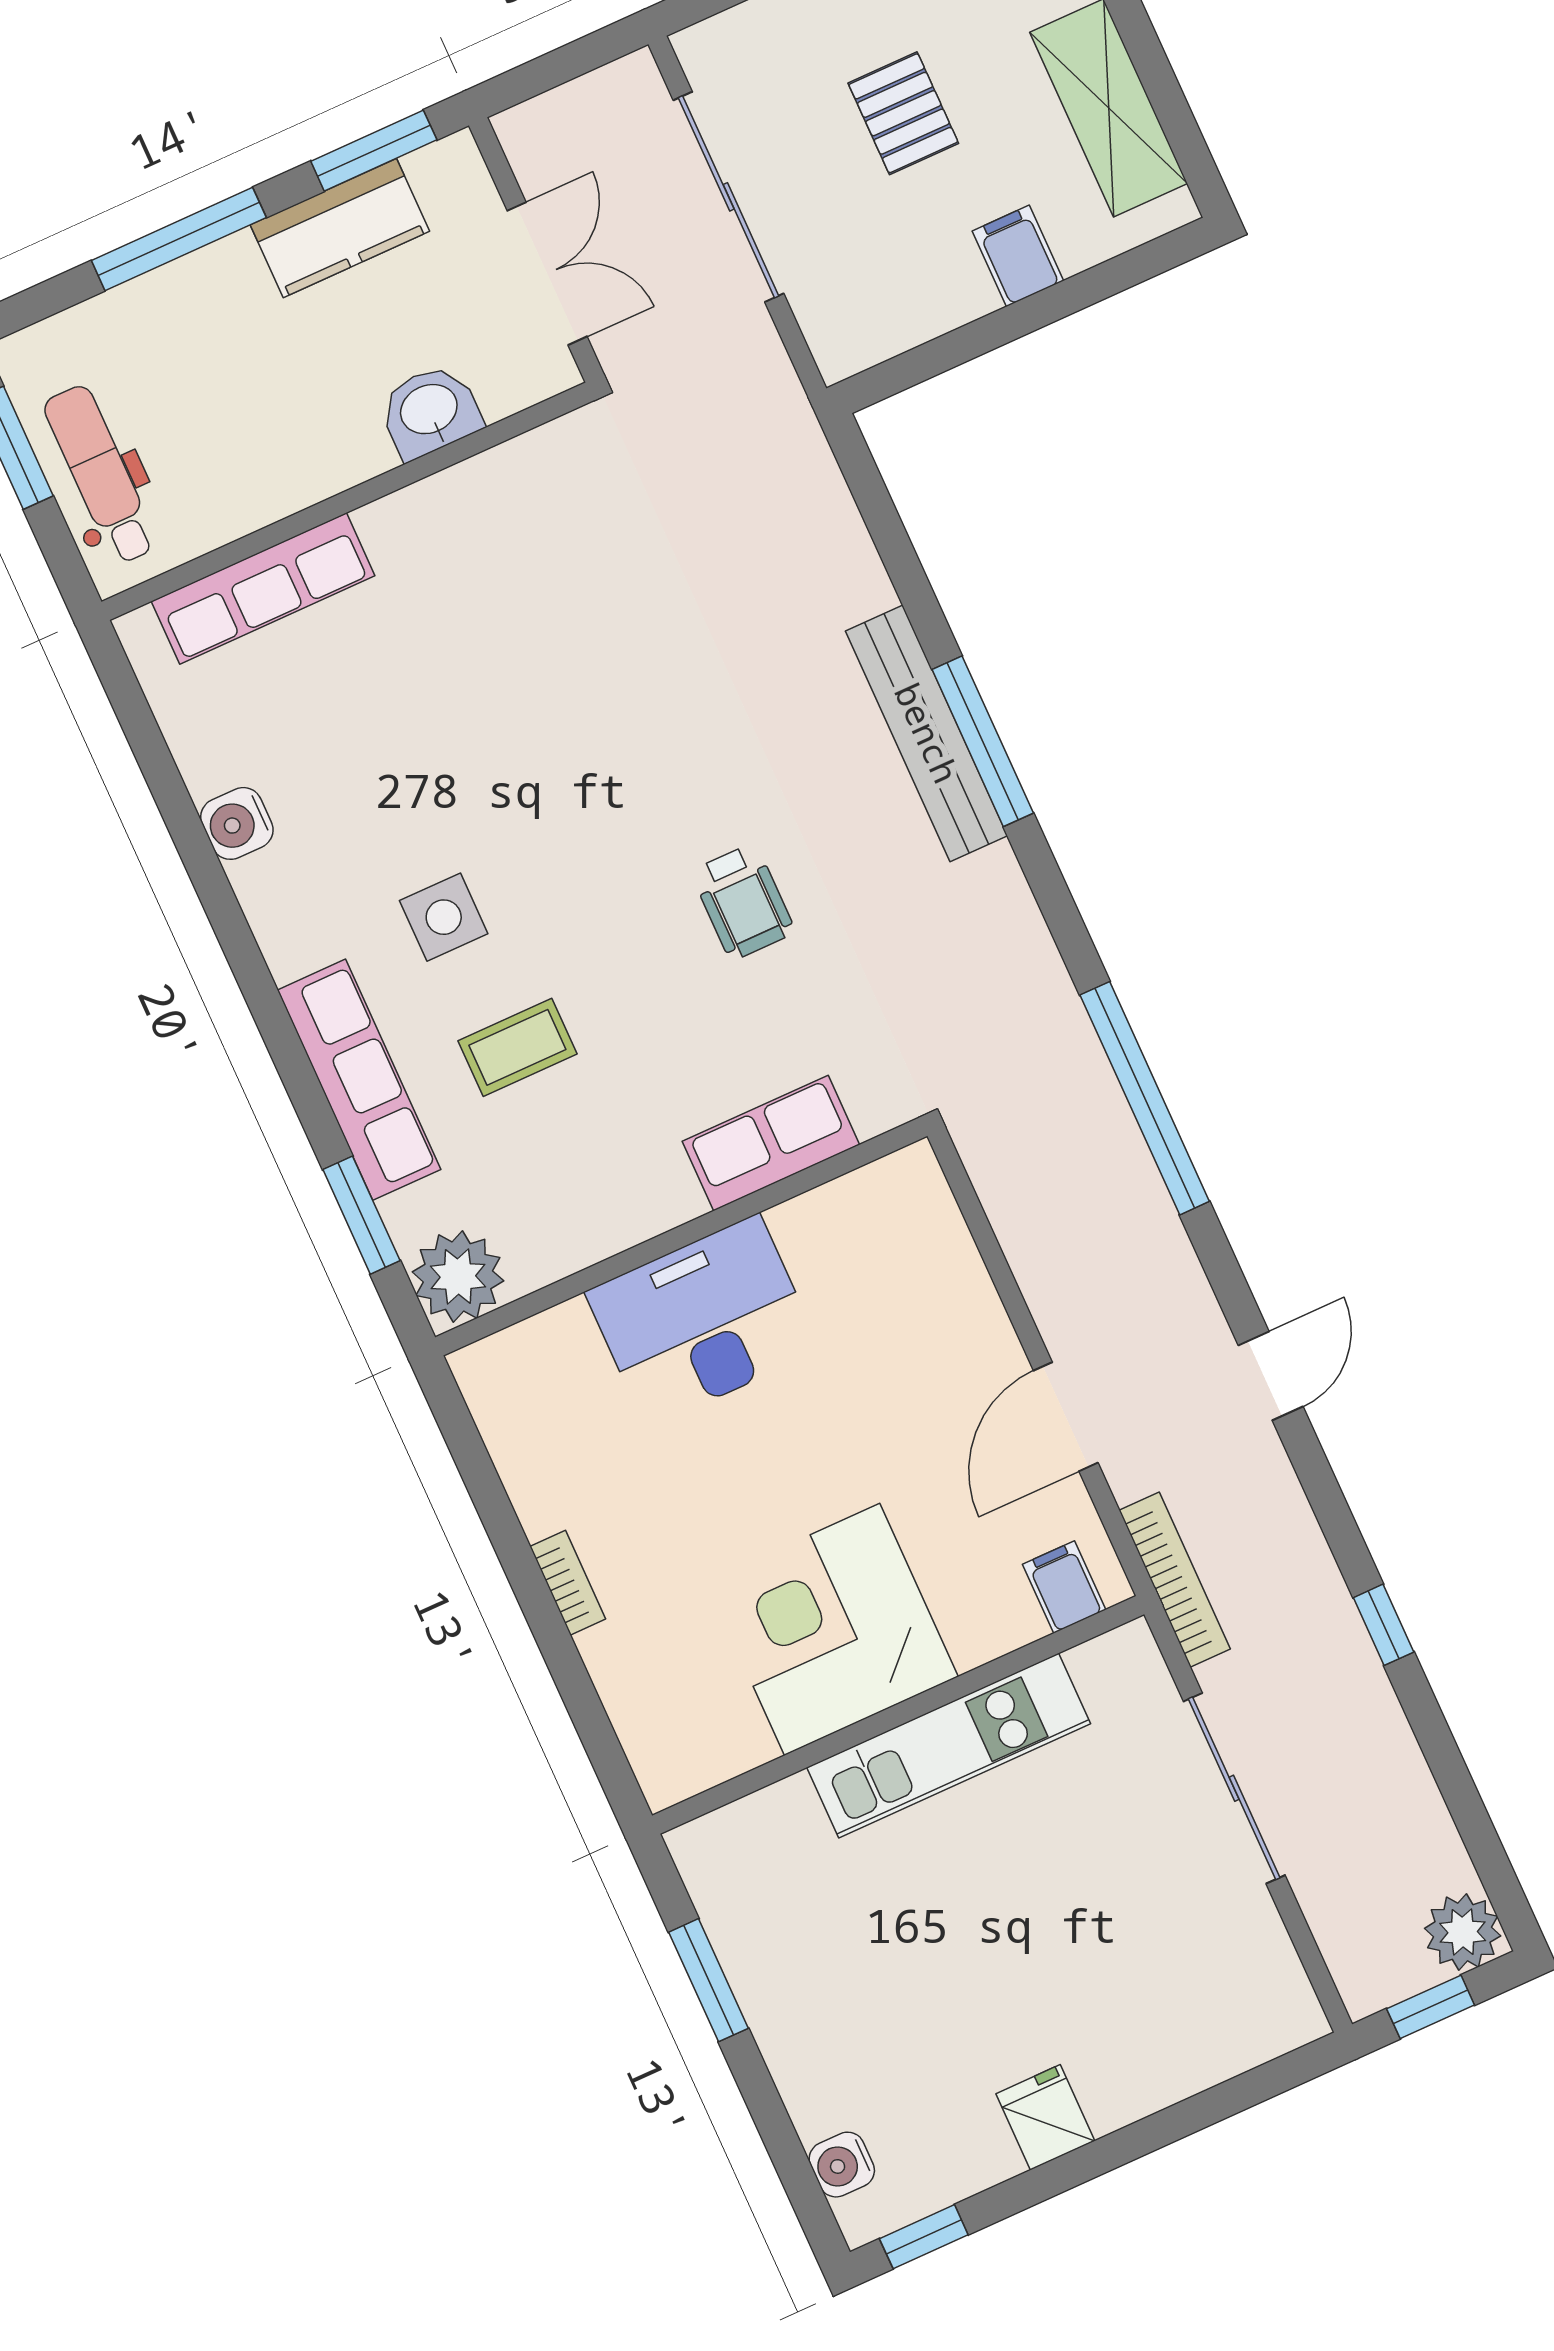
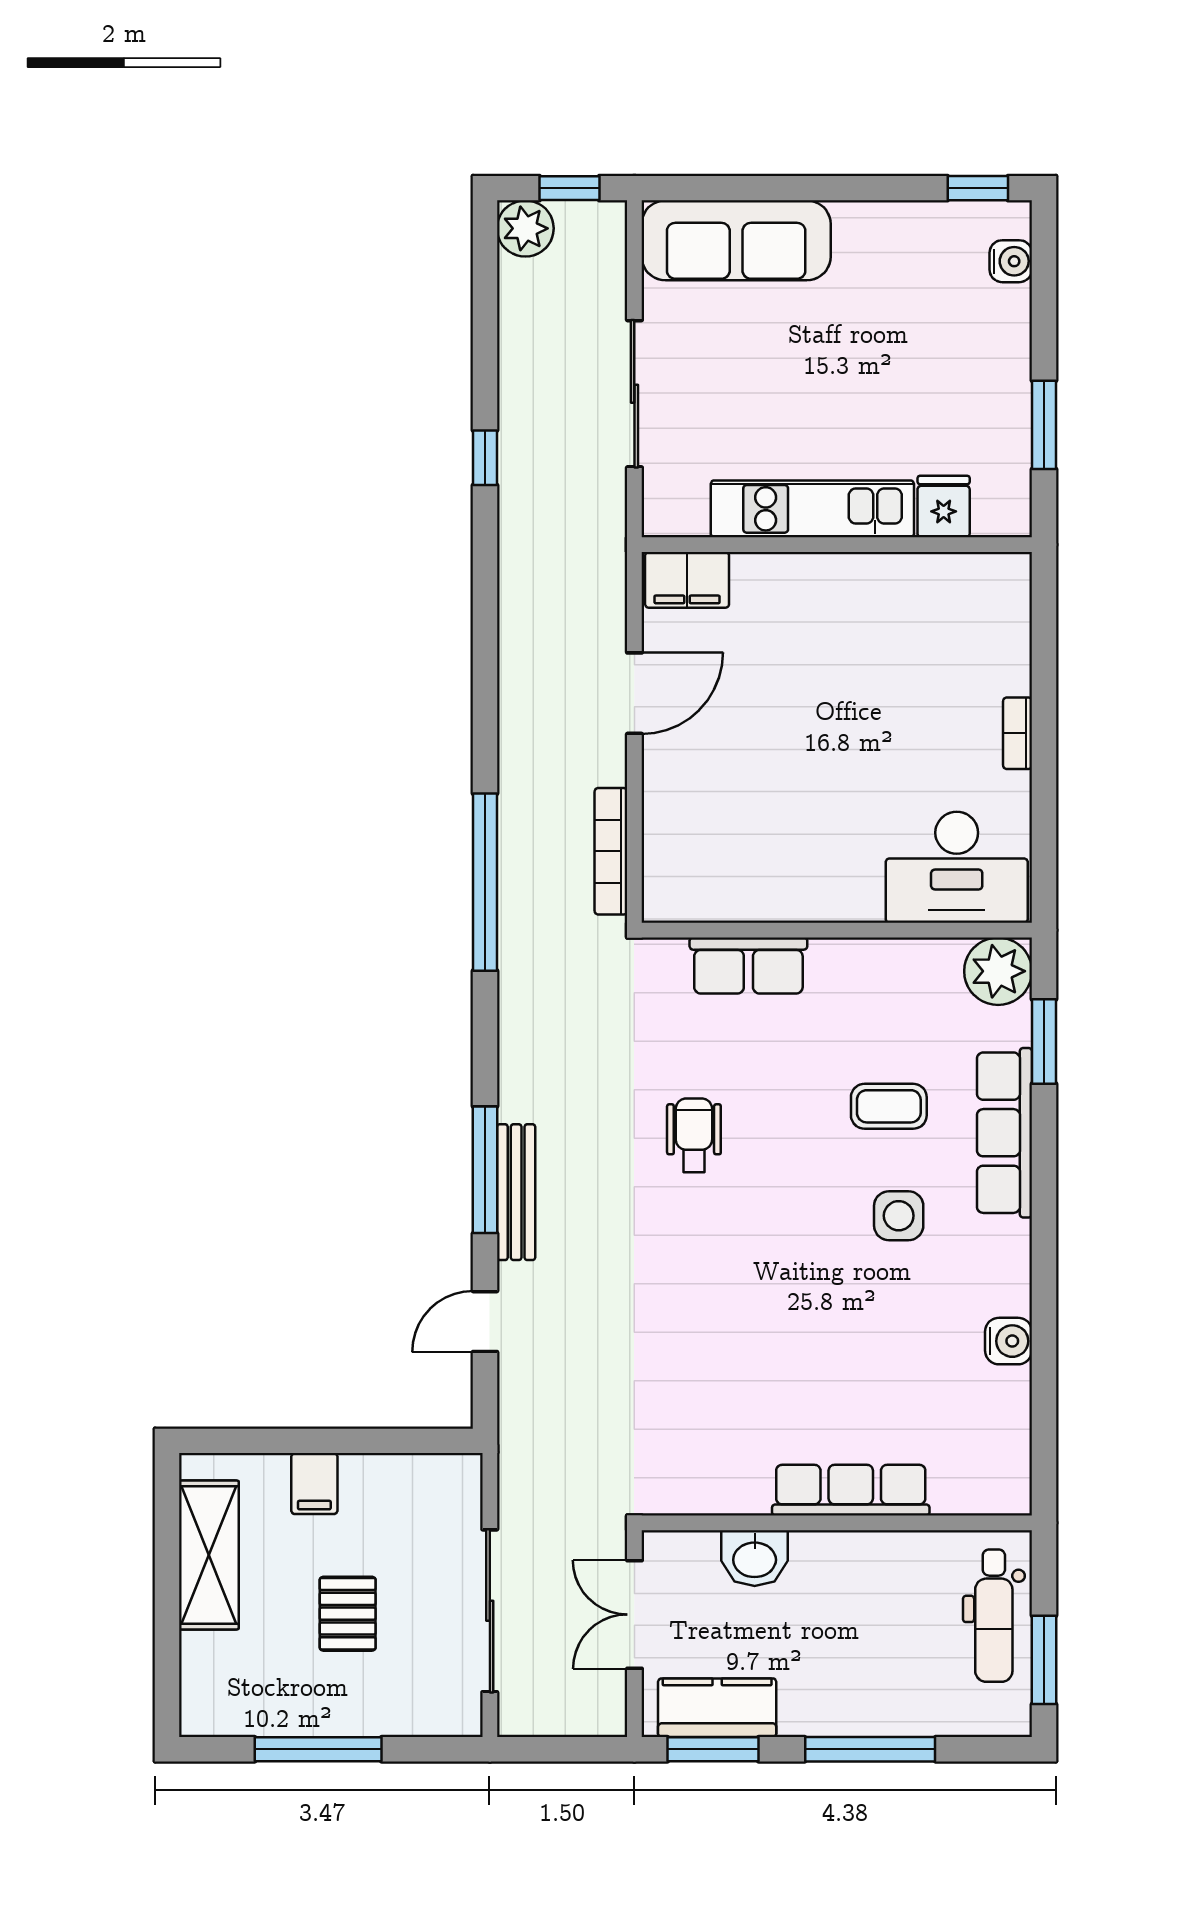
kitchen counter: (340, 228) -> (717, 1708), moved
row of seats: (263, 588) -> (851, 1490), moved
bench: (927, 733) -> (516, 1192), width x0.73, depth x0.82
desk: (703, 1321) -> (957, 867), moved
door: (1271, 1376) -> (485, 1322), moved
bookcase: (1175, 1580) -> (611, 851), moved
filing cabinet: (1064, 1587) -> (687, 580), width x2.00
corner desk: (832, 1629) -> (855, 622), removed
sofa: (1194, 2036) -> (736, 240), added
fridge: (1045, 2117) -> (944, 507), moved, turned 180

